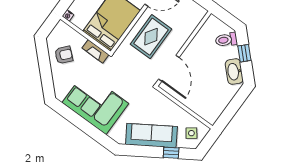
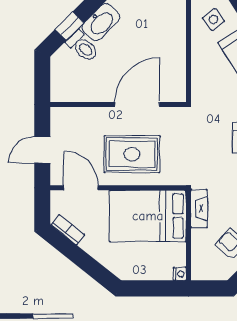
toilet: (226, 40) -> (83, 46), moved
door: (169, 68) -> (137, 104), moved

